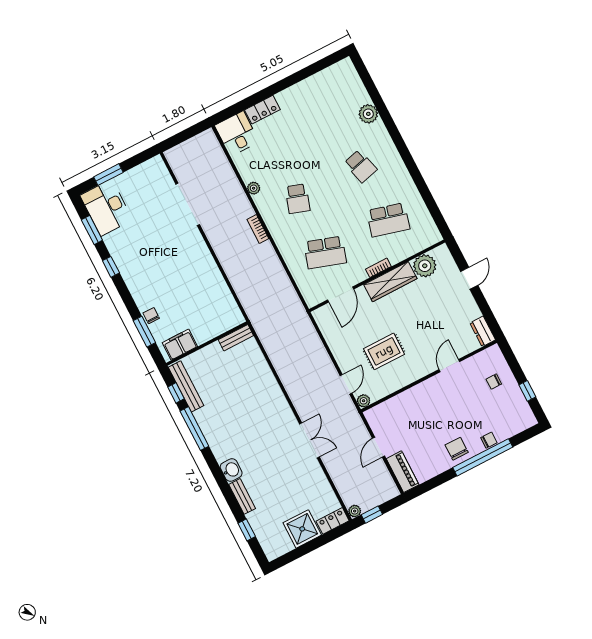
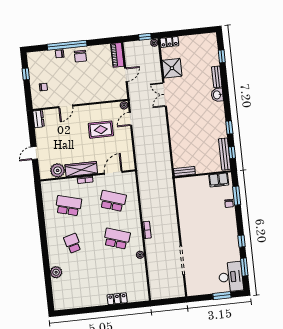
desk: (237, 134) -> (138, 290), removed
school desk: (298, 199) -> (117, 239), width x1.85
window: (194, 429) -> (229, 127), width x0.46
shower: (302, 529) -> (172, 68), moved

